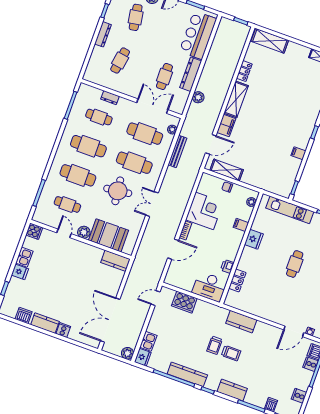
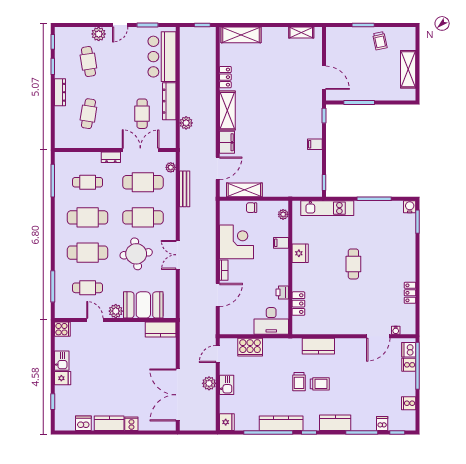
dresser: (110, 98) -> (111, 157), moved
kitchen sink: (148, 341) -> (227, 385), moved
plant: (127, 353) -> (209, 383), moved

